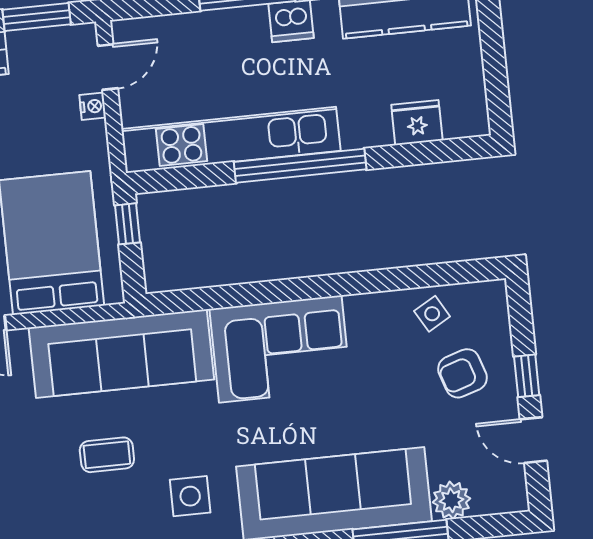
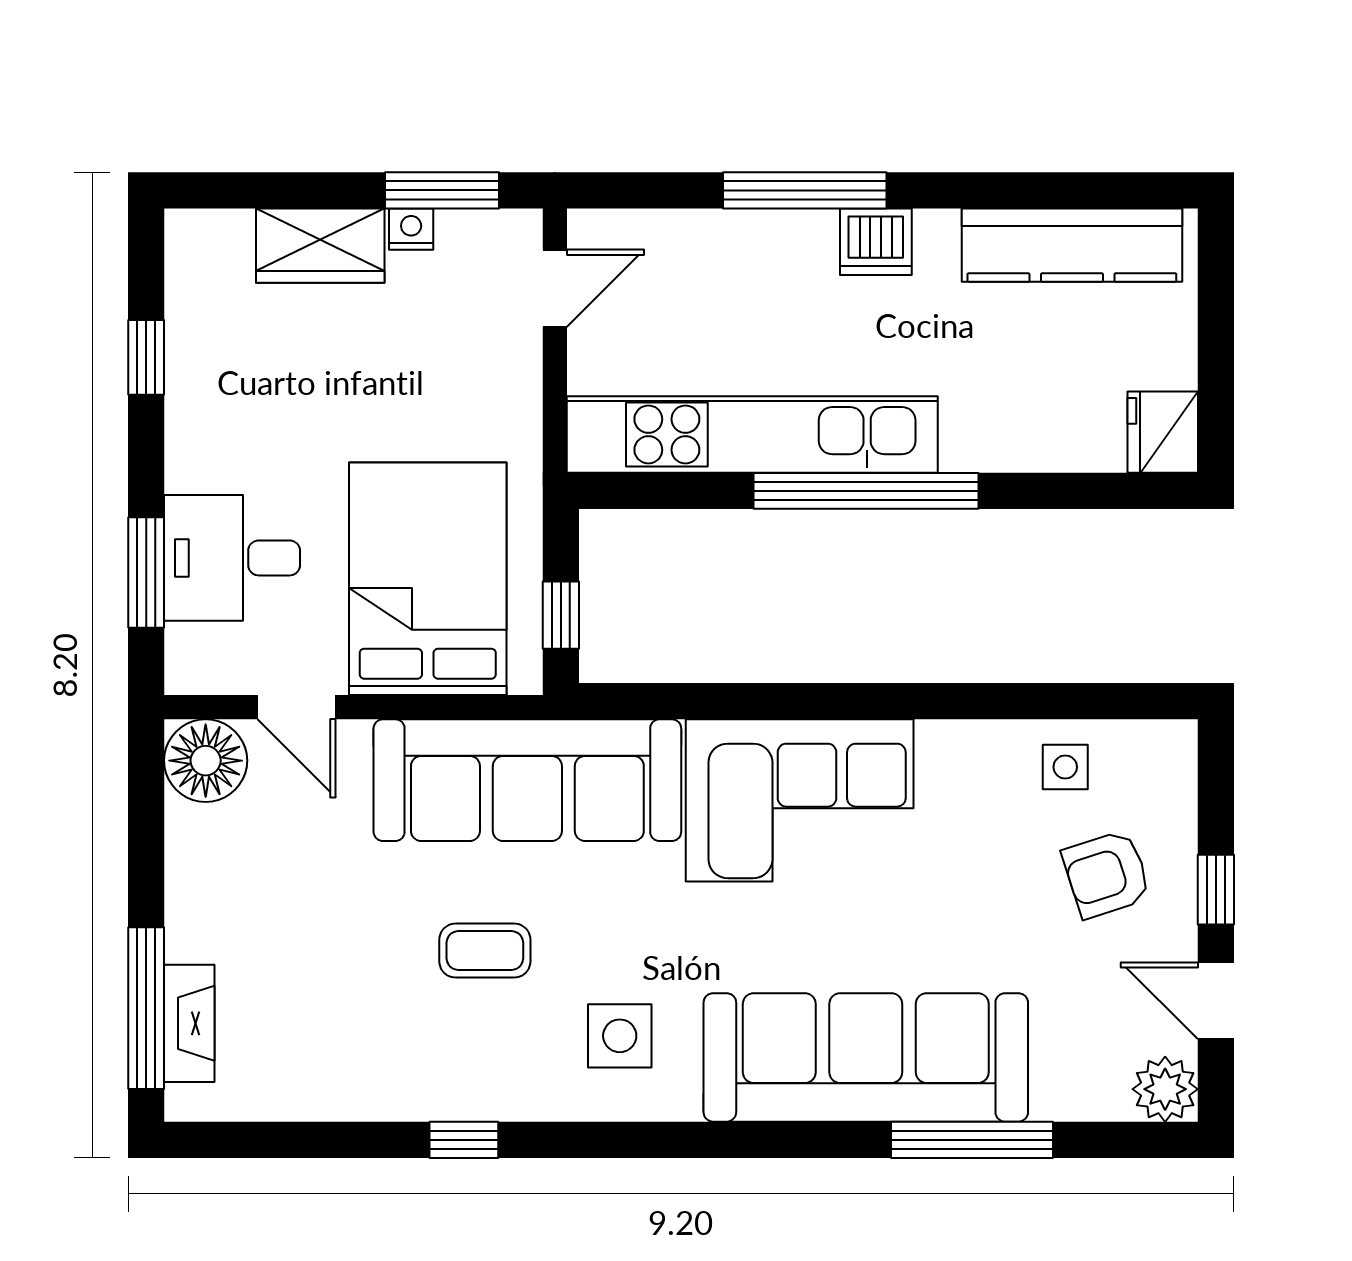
nightstand: (93, 106) -> (411, 229), moved, turned -90
fridge: (417, 123) -> (1163, 432), moved, turned -90
window: (128, 224) -> (561, 615), moved
side table: (432, 314) -> (1065, 767), turned 30
plant: (451, 500) -> (1165, 1089), moved

